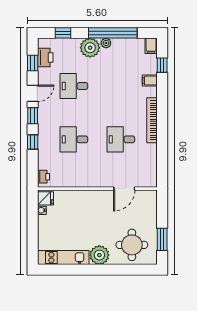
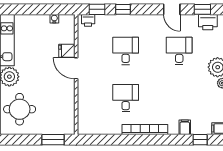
window: (33, 116) -> (97, 9), moved
door: (124, 189) -> (76, 68), moved
fridge: (45, 198) -> (67, 51), moved, turned 90
window: (162, 239) -> (53, 140), moved

